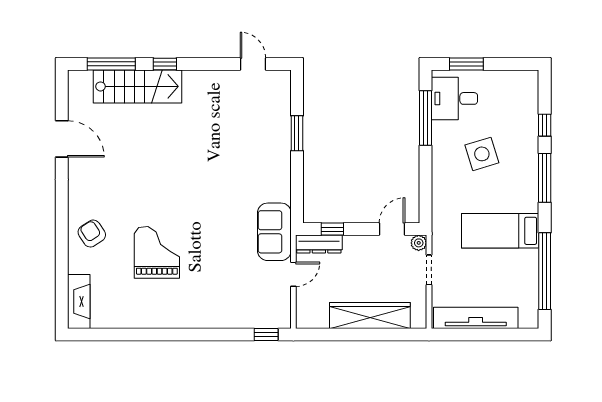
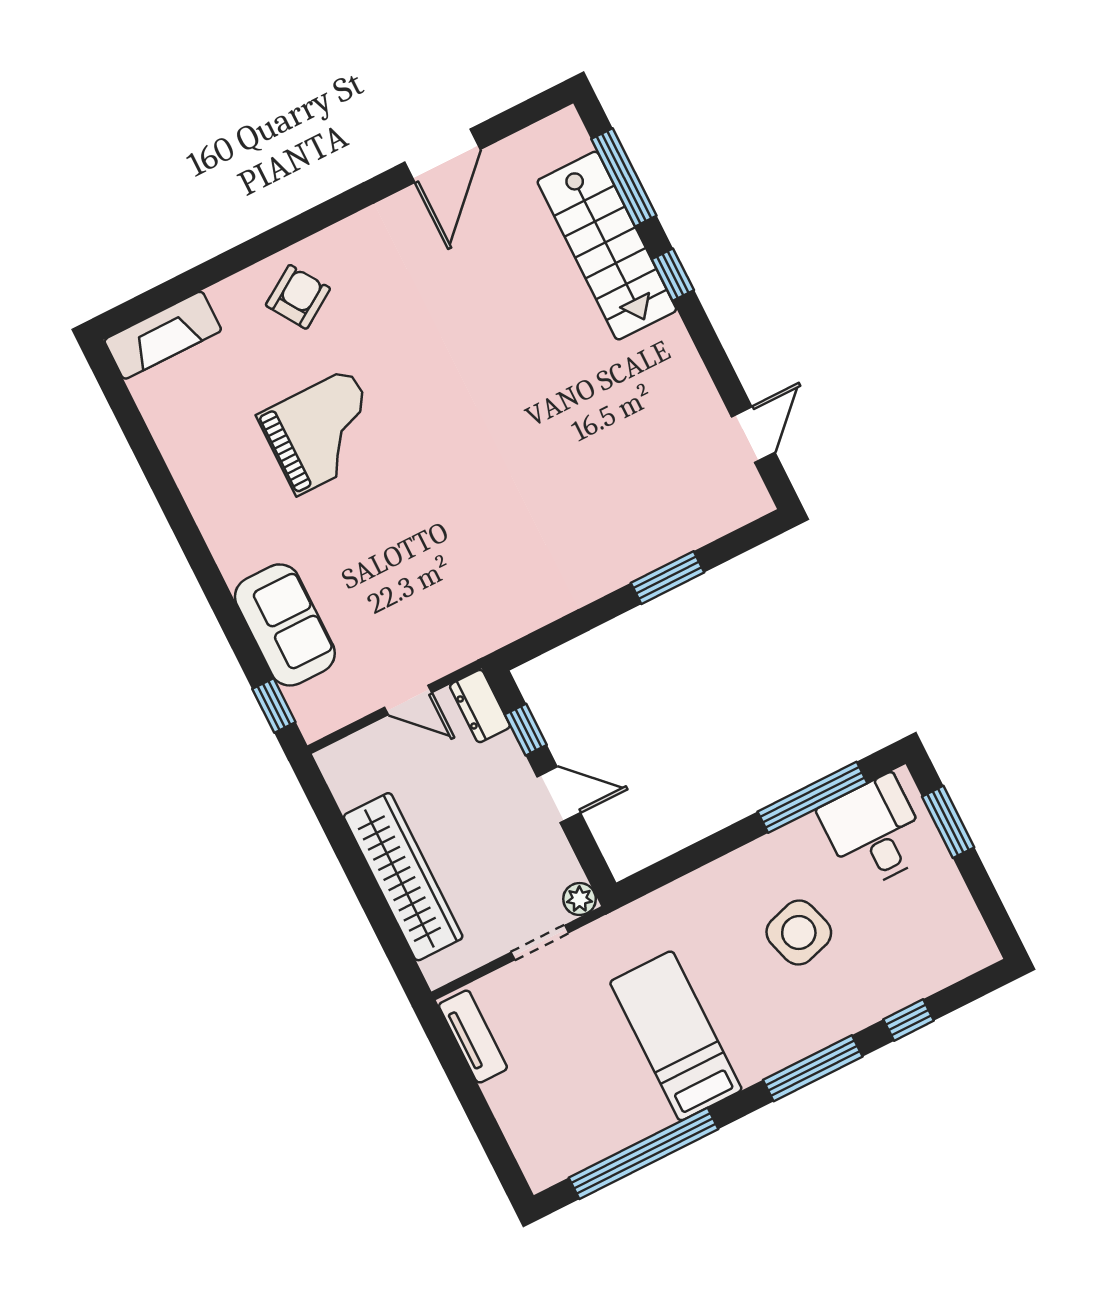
door: (392, 229) -> (559, 795), moved
sofa: (274, 232) -> (285, 625), moved, turned 90
dresser: (319, 244) -> (480, 706), width x0.70
tv unit: (476, 318) -> (473, 1037), width x0.52, depth x0.78

